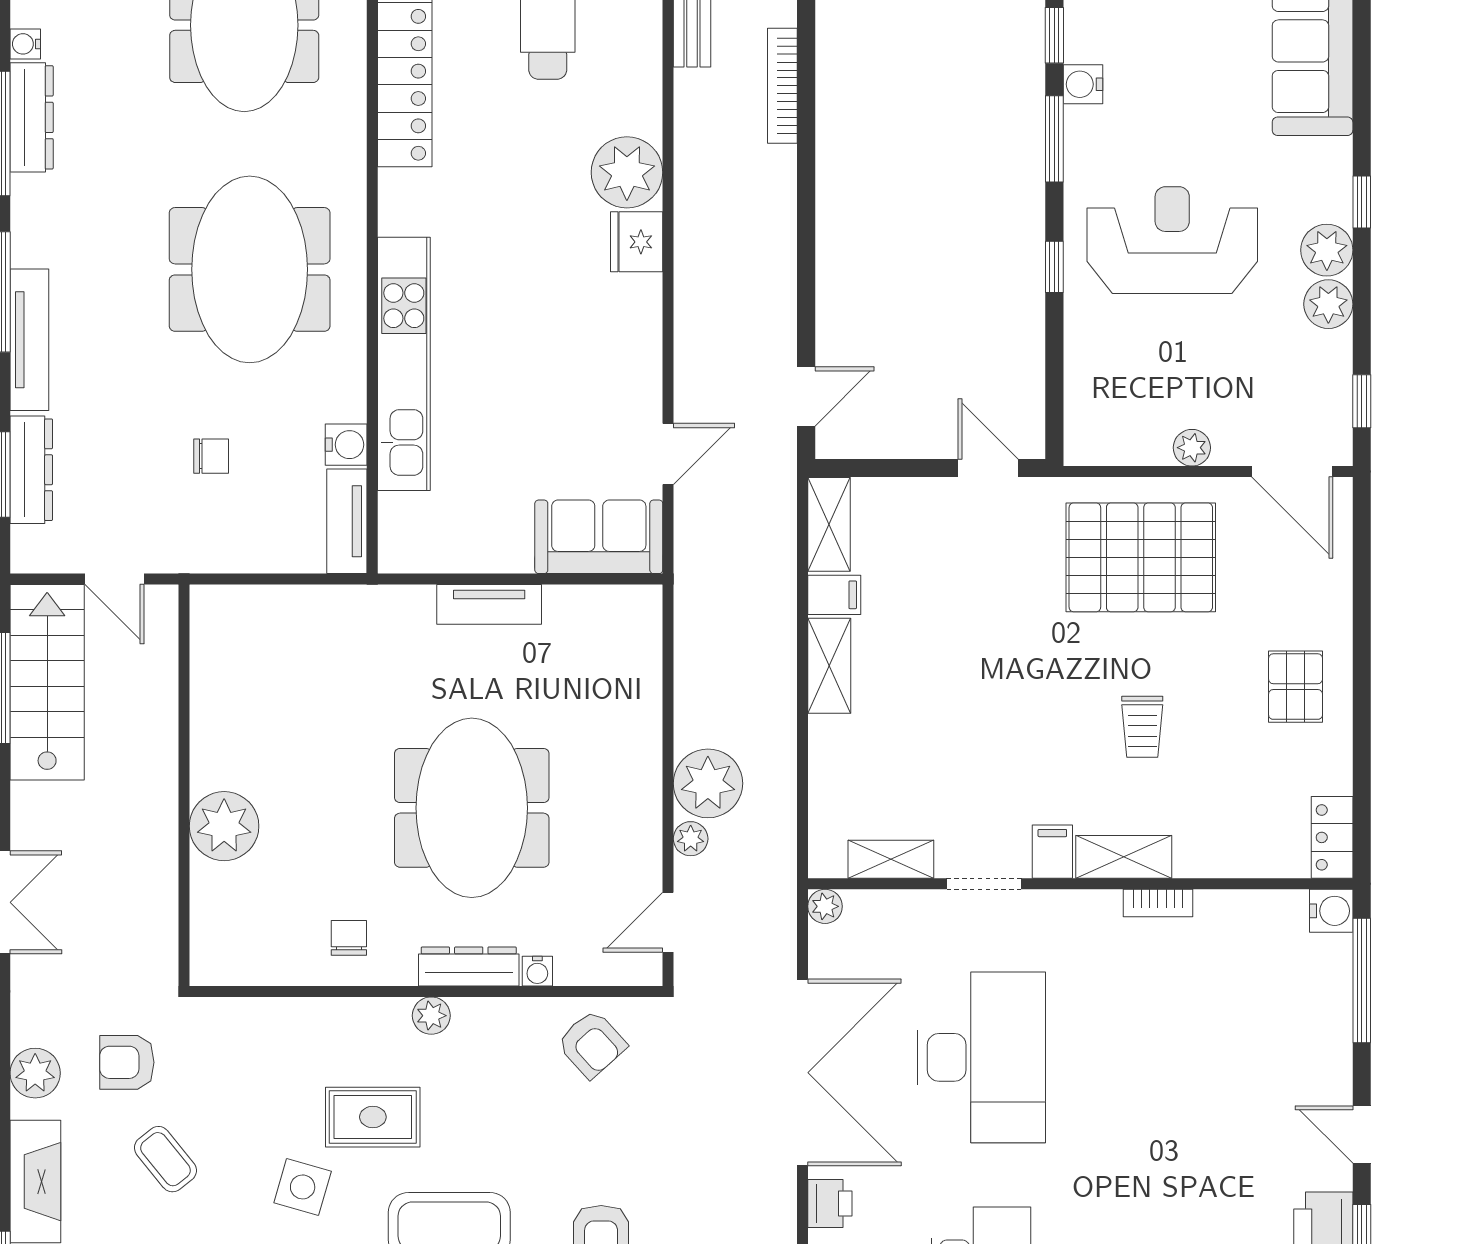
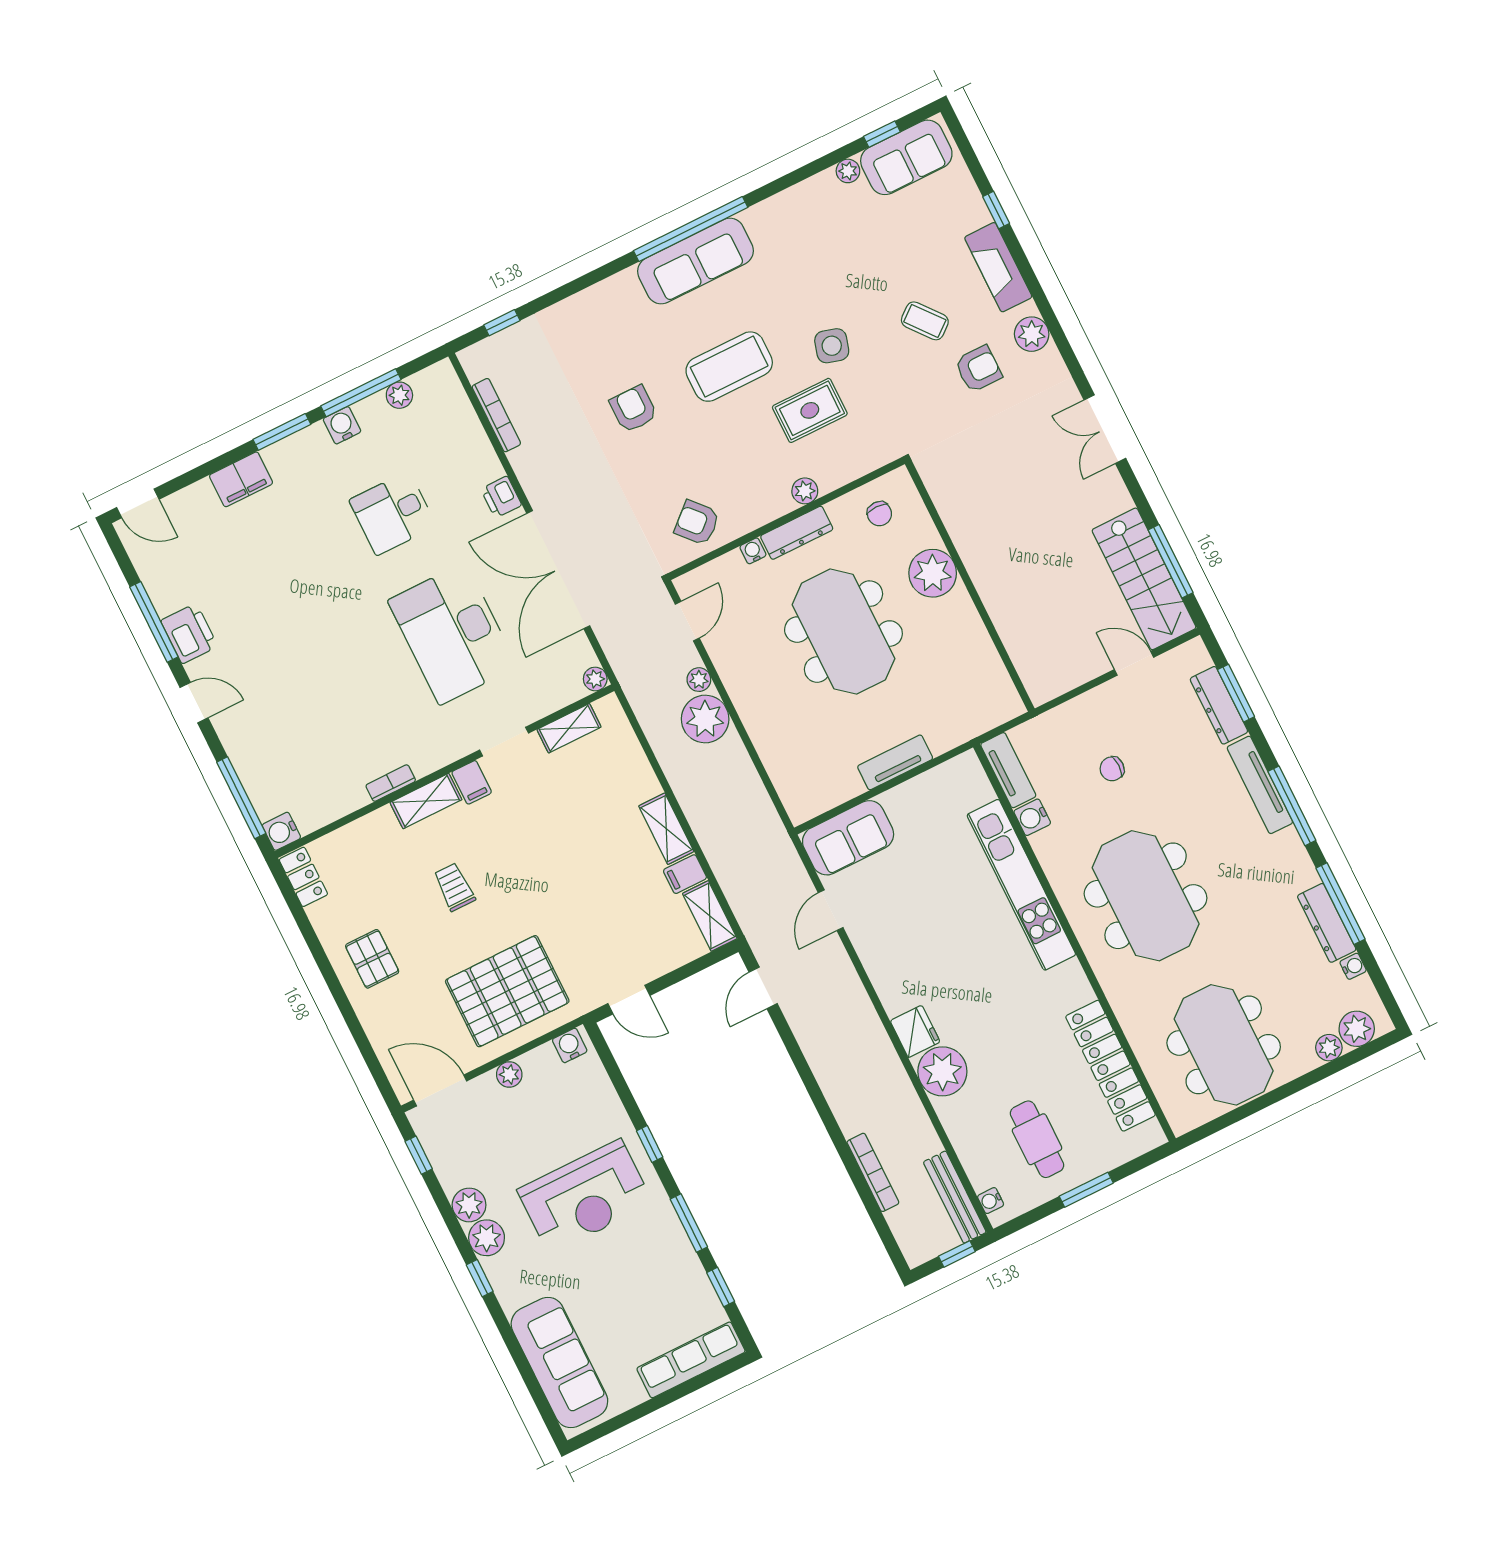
water cooler: (1083, 84) -> (570, 1045), moved, turned -90
wall: (184, 785) -> (970, 586), moved
plant: (224, 826) -> (933, 573), moved

